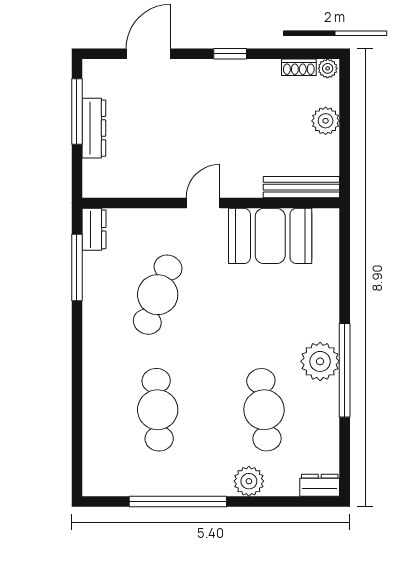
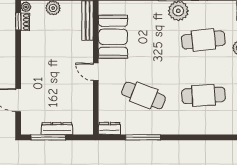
window: (230, 54) -> (18, 21), moved
window: (77, 267) -> (143, 137), moved

